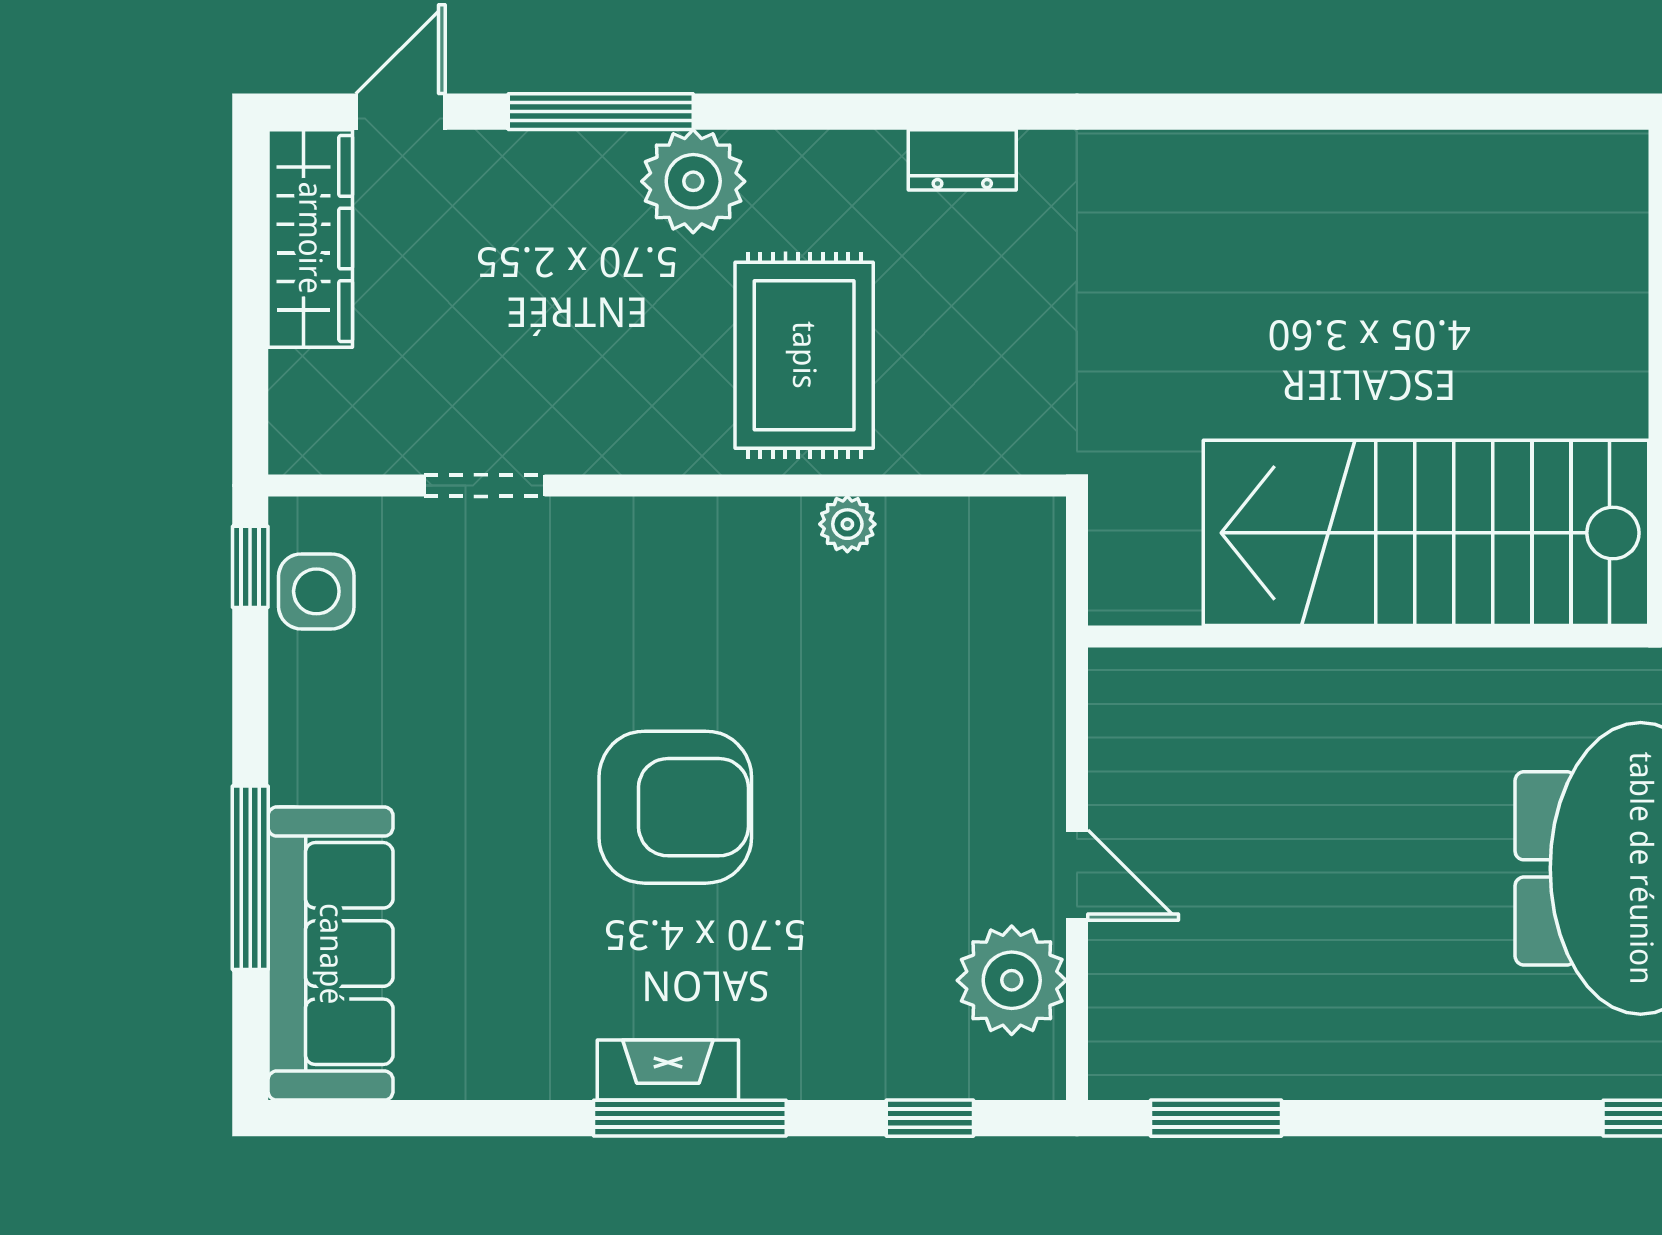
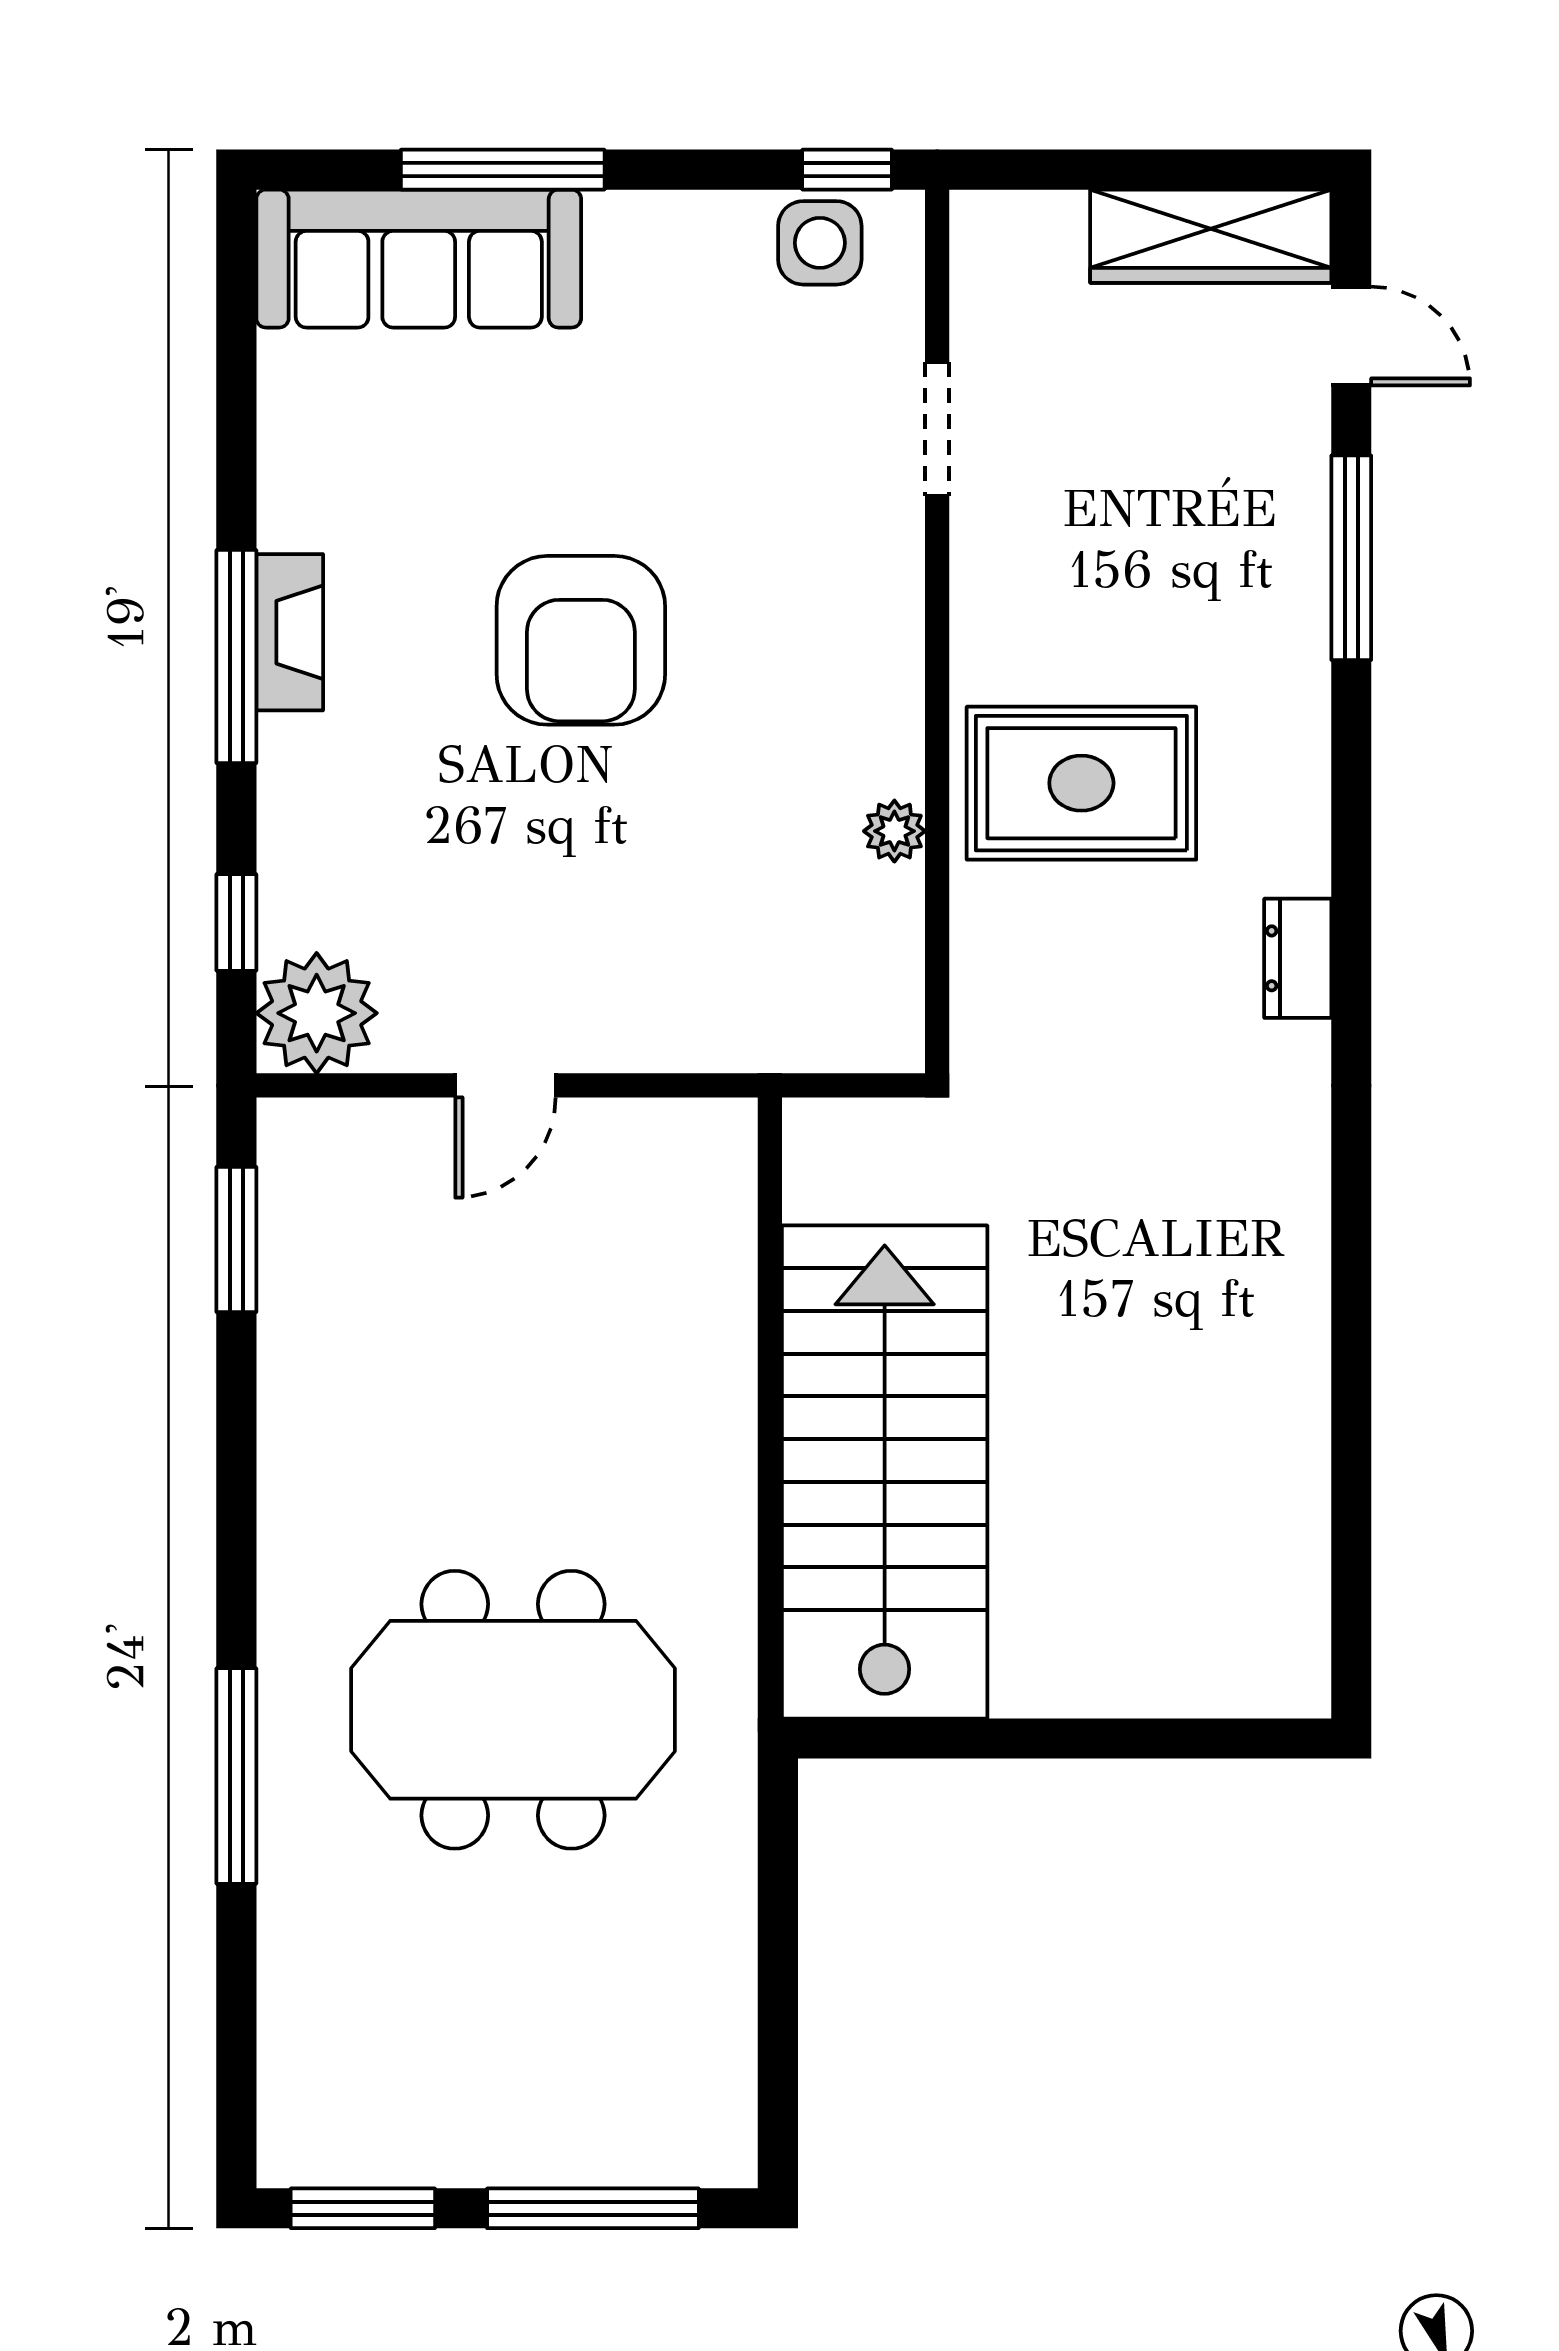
plant: (693, 181) -> (1274, 660), removed
plant: (1012, 980) -> (317, 1013), moved

